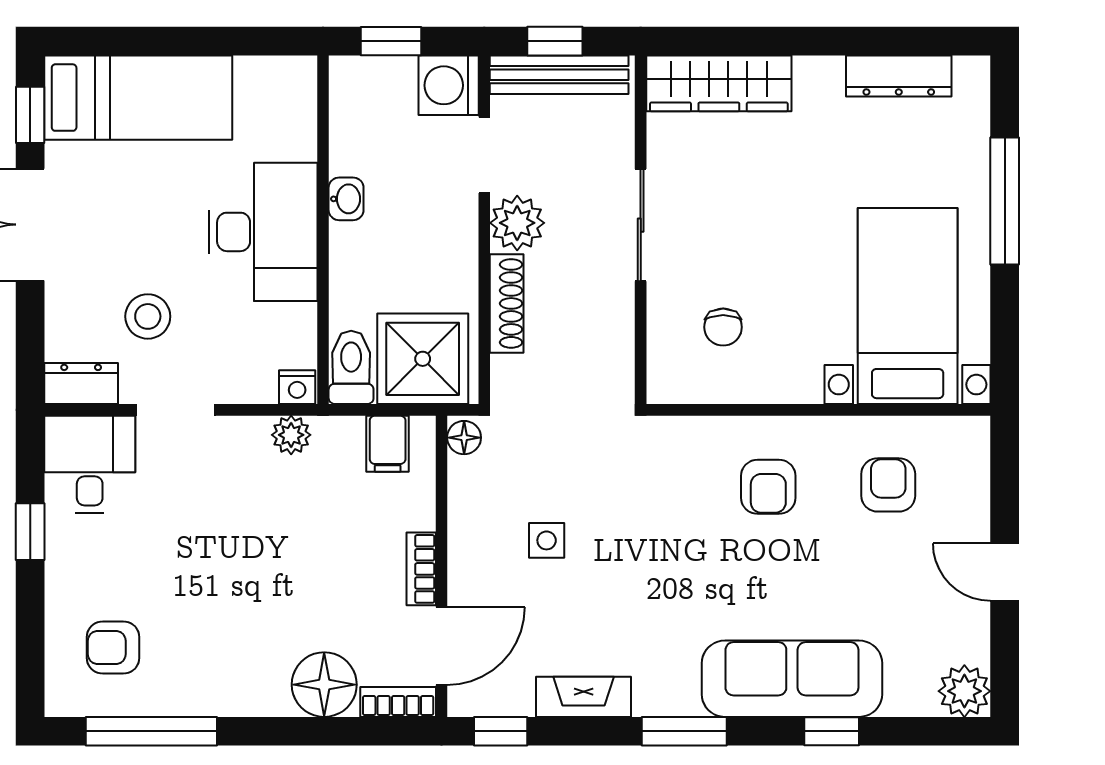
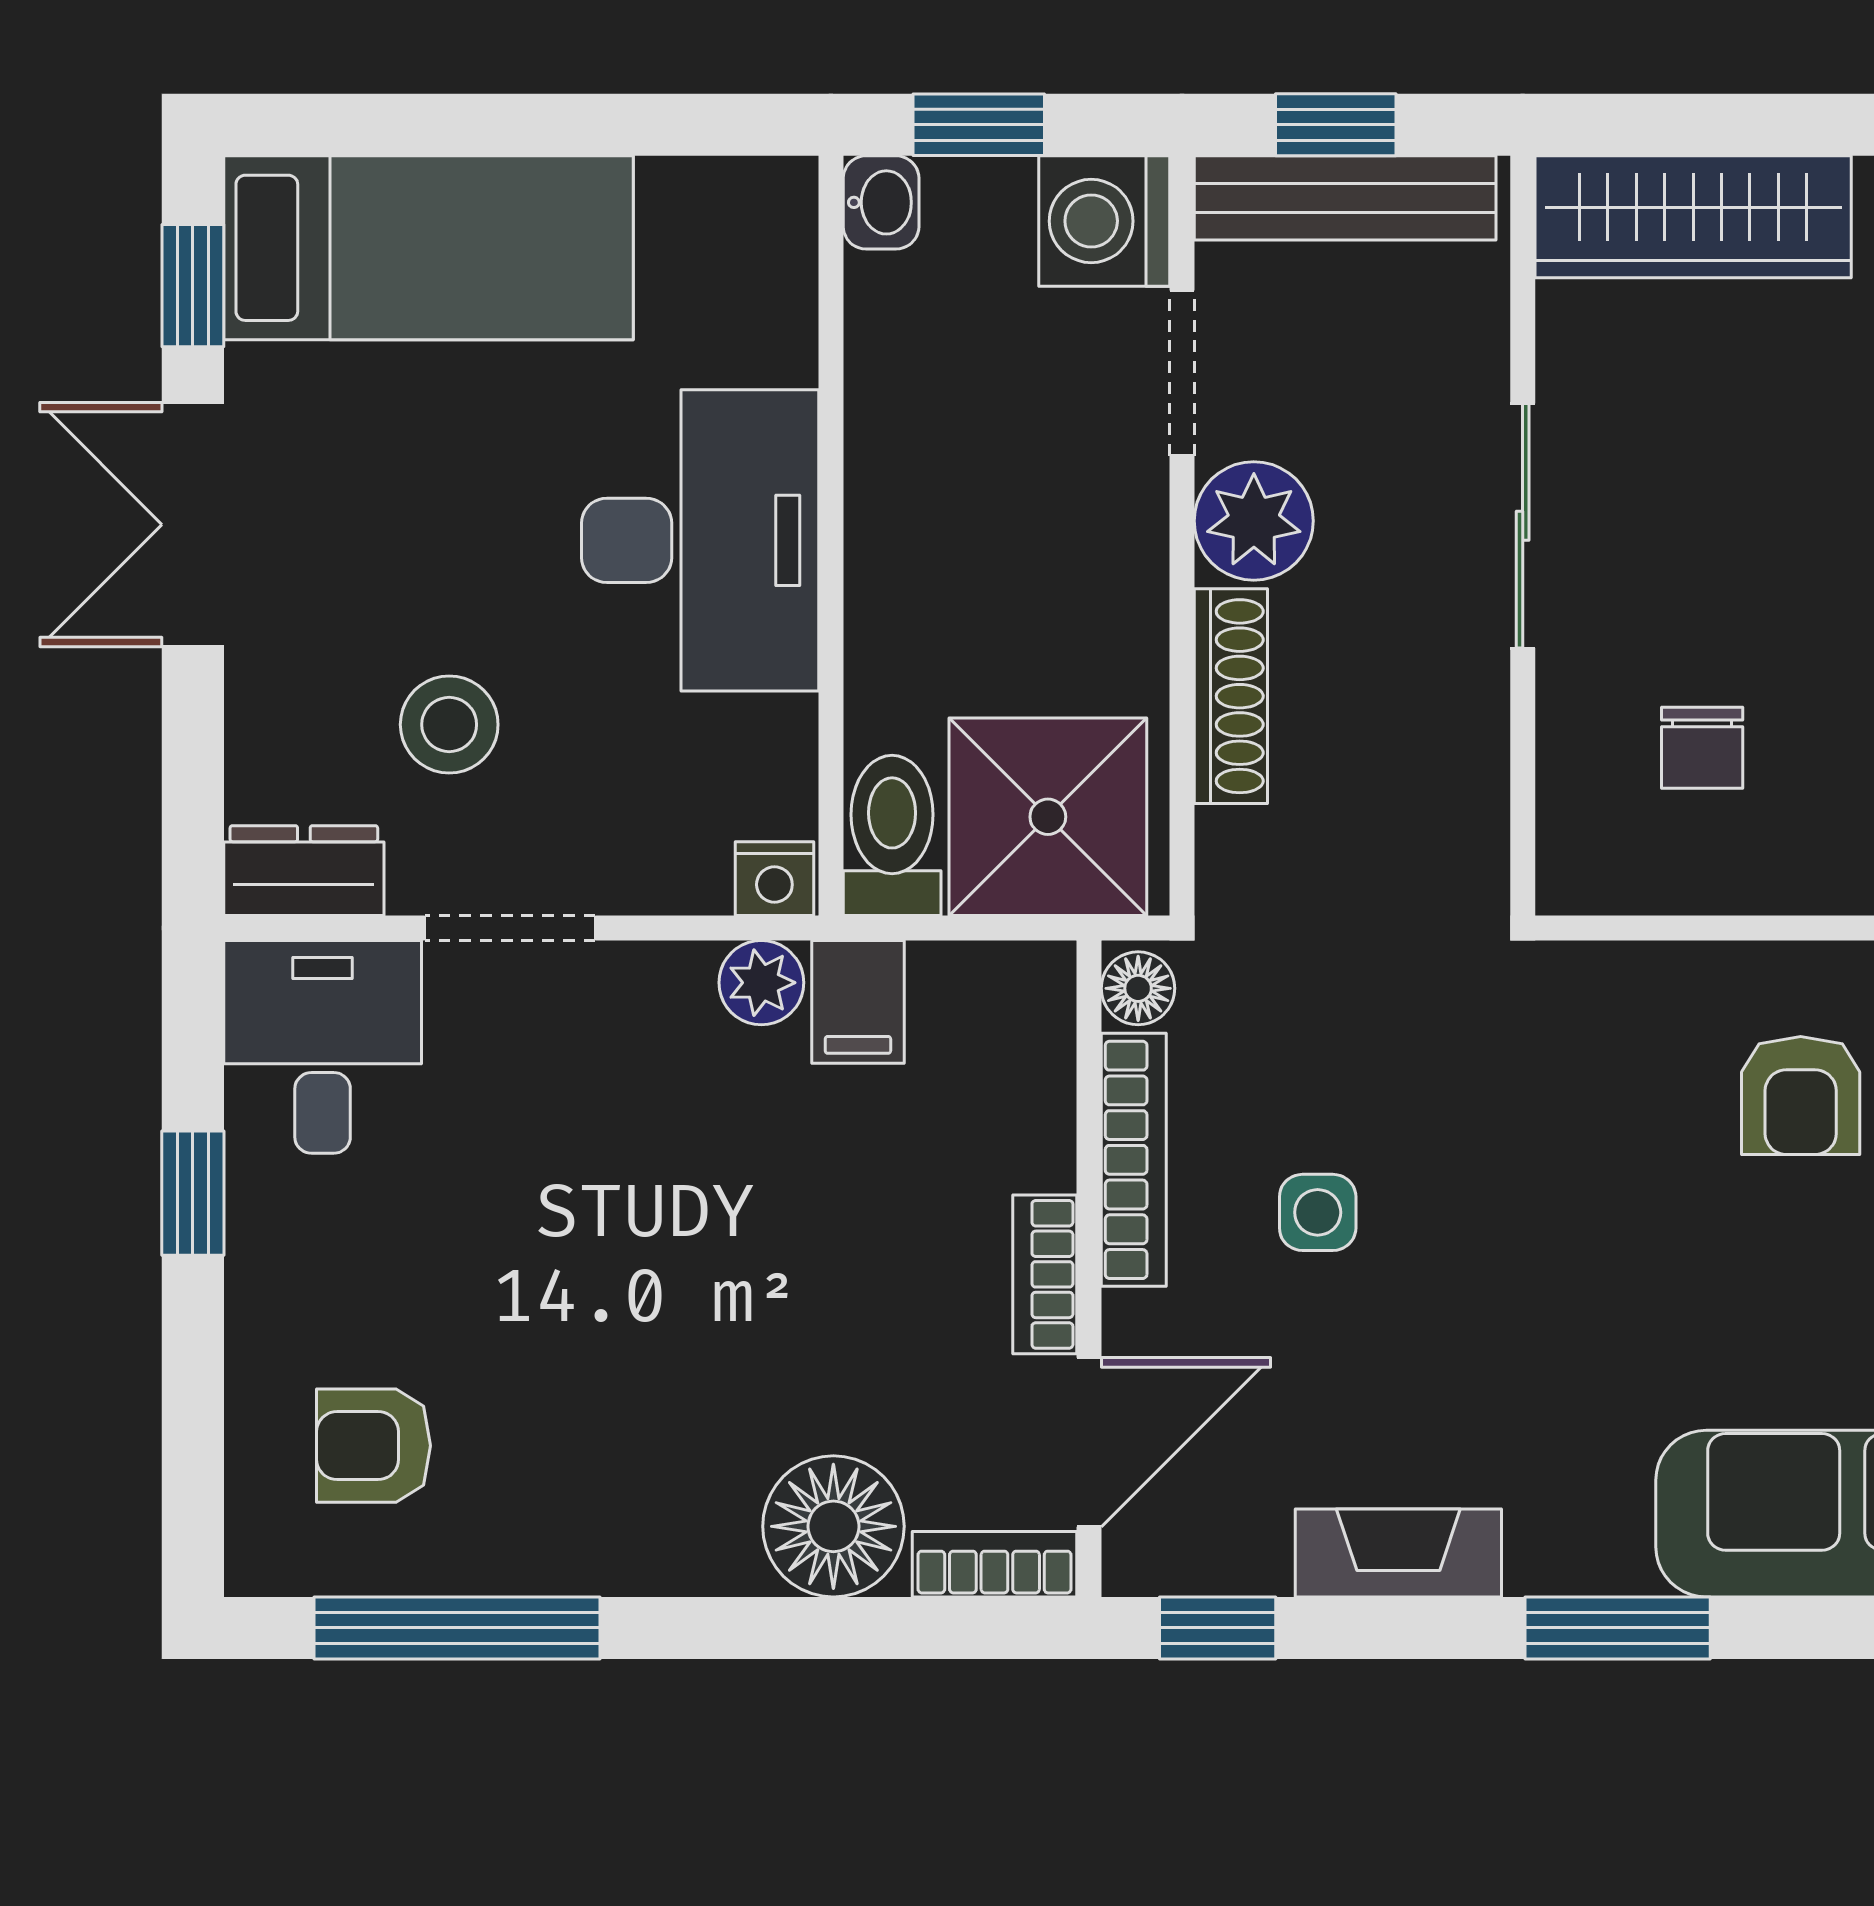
washbasin: (346, 199) -> (881, 202), moved
filing cabinet: (388, 444) -> (858, 1002), moved
bookcase: (462, 516) -> (1134, 1160), added

